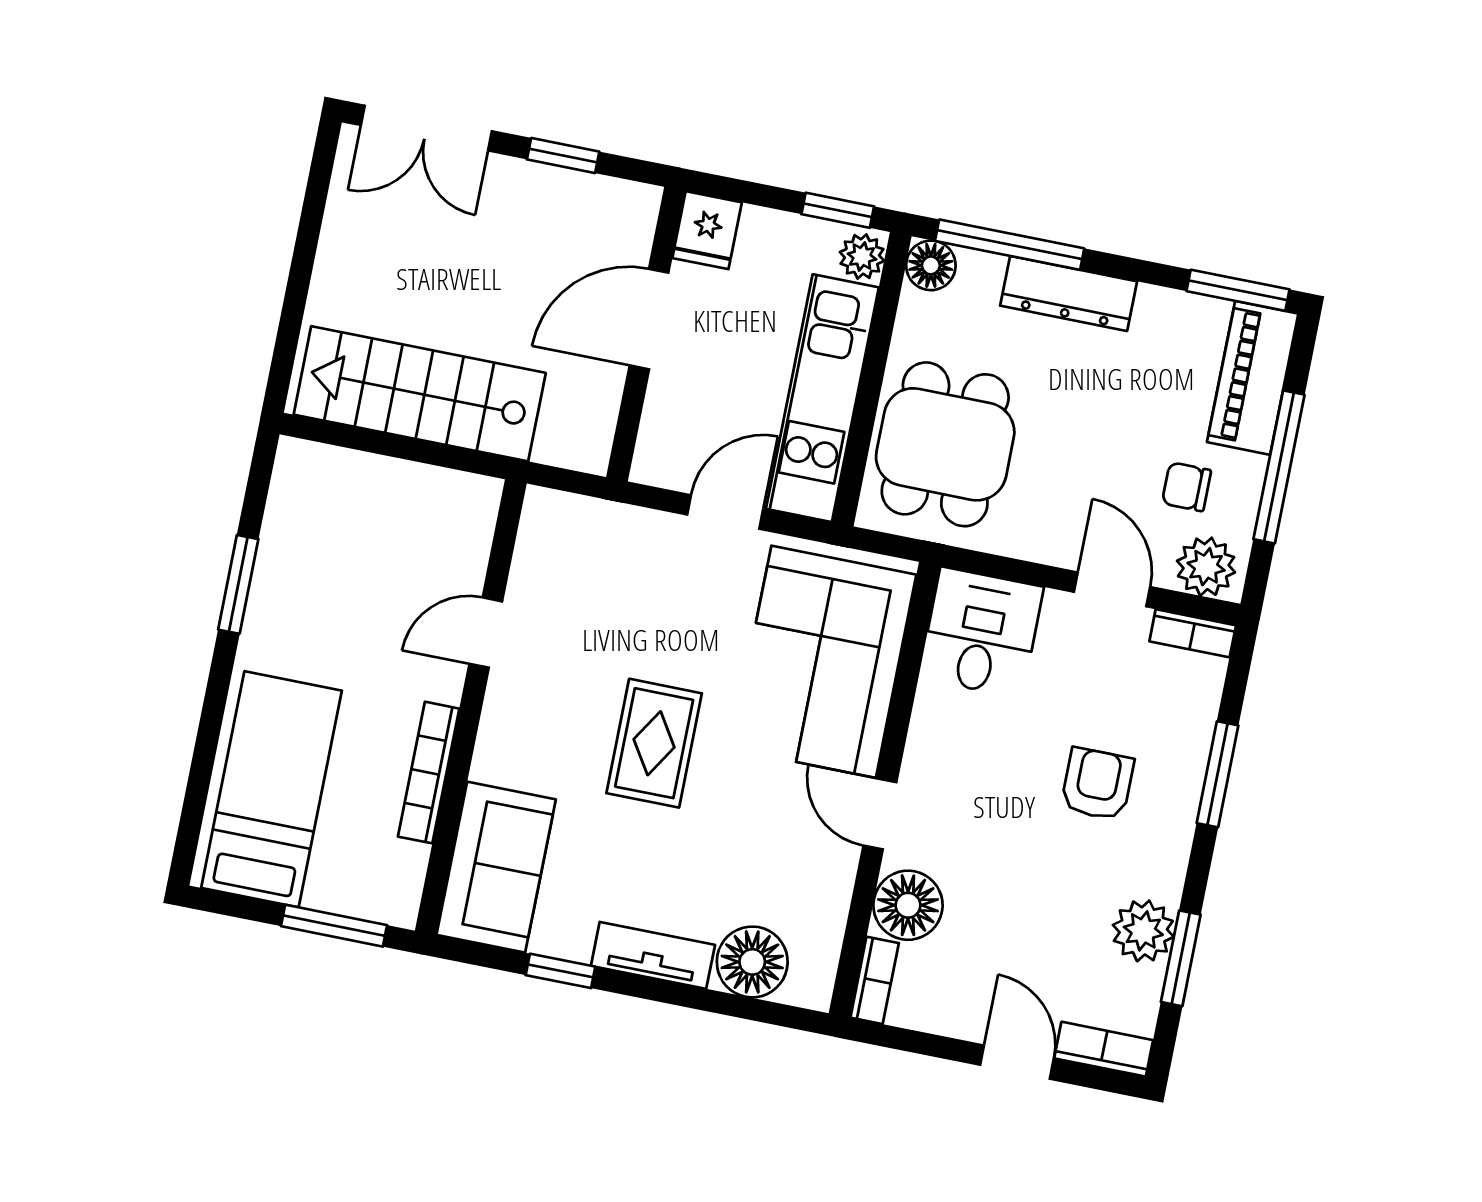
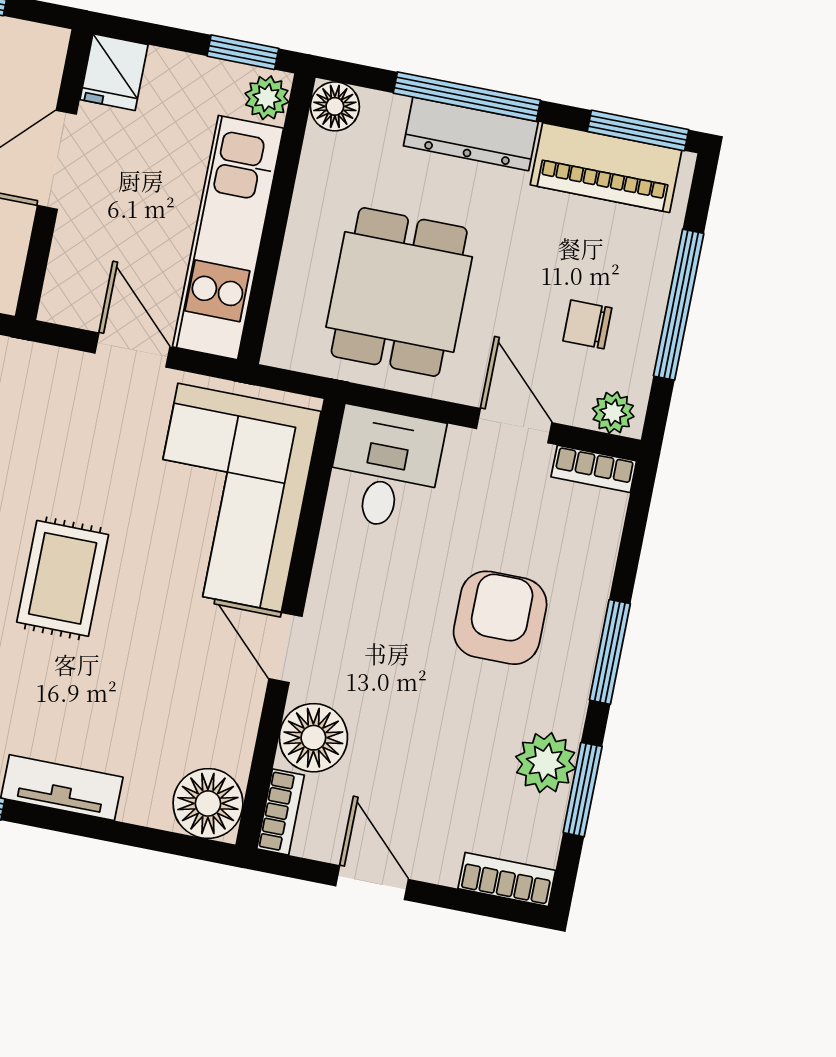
window: (1010, 245) -> (467, 97), moved
piano: (1253, 378) -> (606, 168), moved, turned -90
dining table: (945, 444) -> (399, 292), moved
door: (725, 512) -> (132, 350), hinge flipped
plant: (1206, 567) -> (613, 413), width x0.73, depth x0.73
window: (1217, 774) -> (610, 652), moved
armchair: (1097, 784) -> (500, 618), width x1.38, depth x1.38
floor lamp: (752, 962) -> (208, 803), moved
door: (1017, 1062) -> (372, 883), moved

